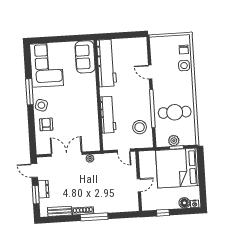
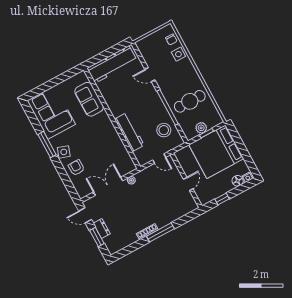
sofa: (85, 57) -> (89, 99), moved
workbench: (107, 63) -> (112, 64), moved, turned 90
bench: (60, 211) -> (126, 242), removed

